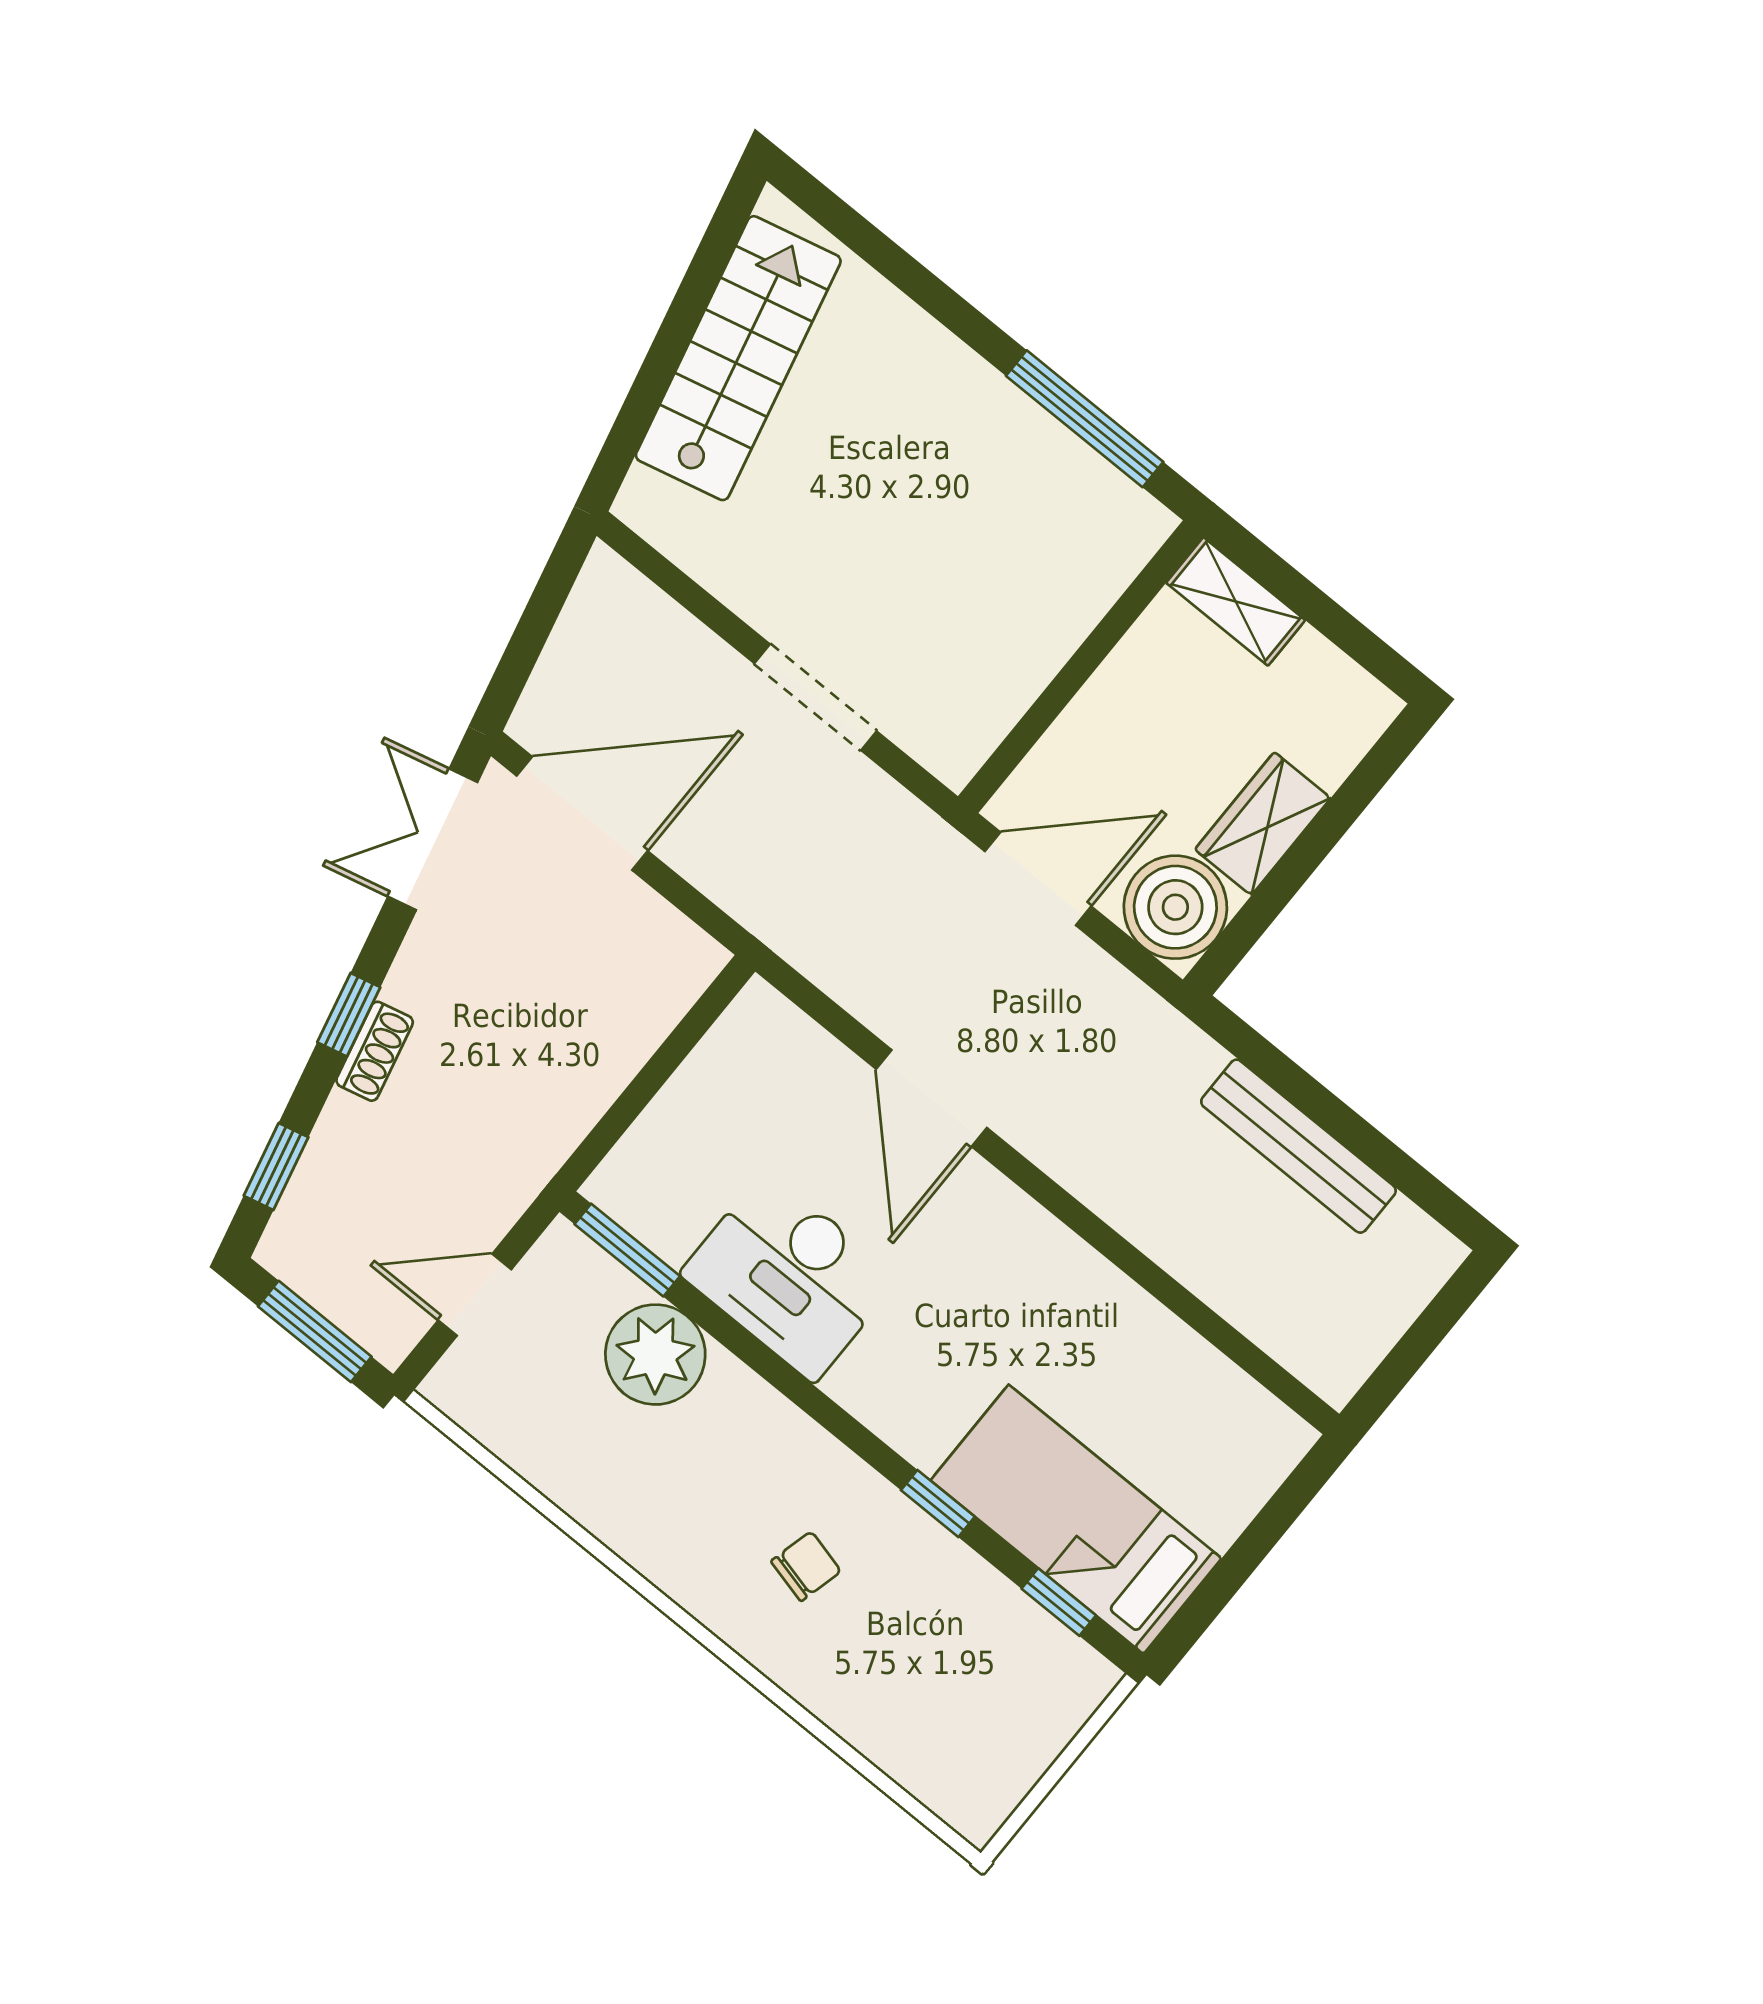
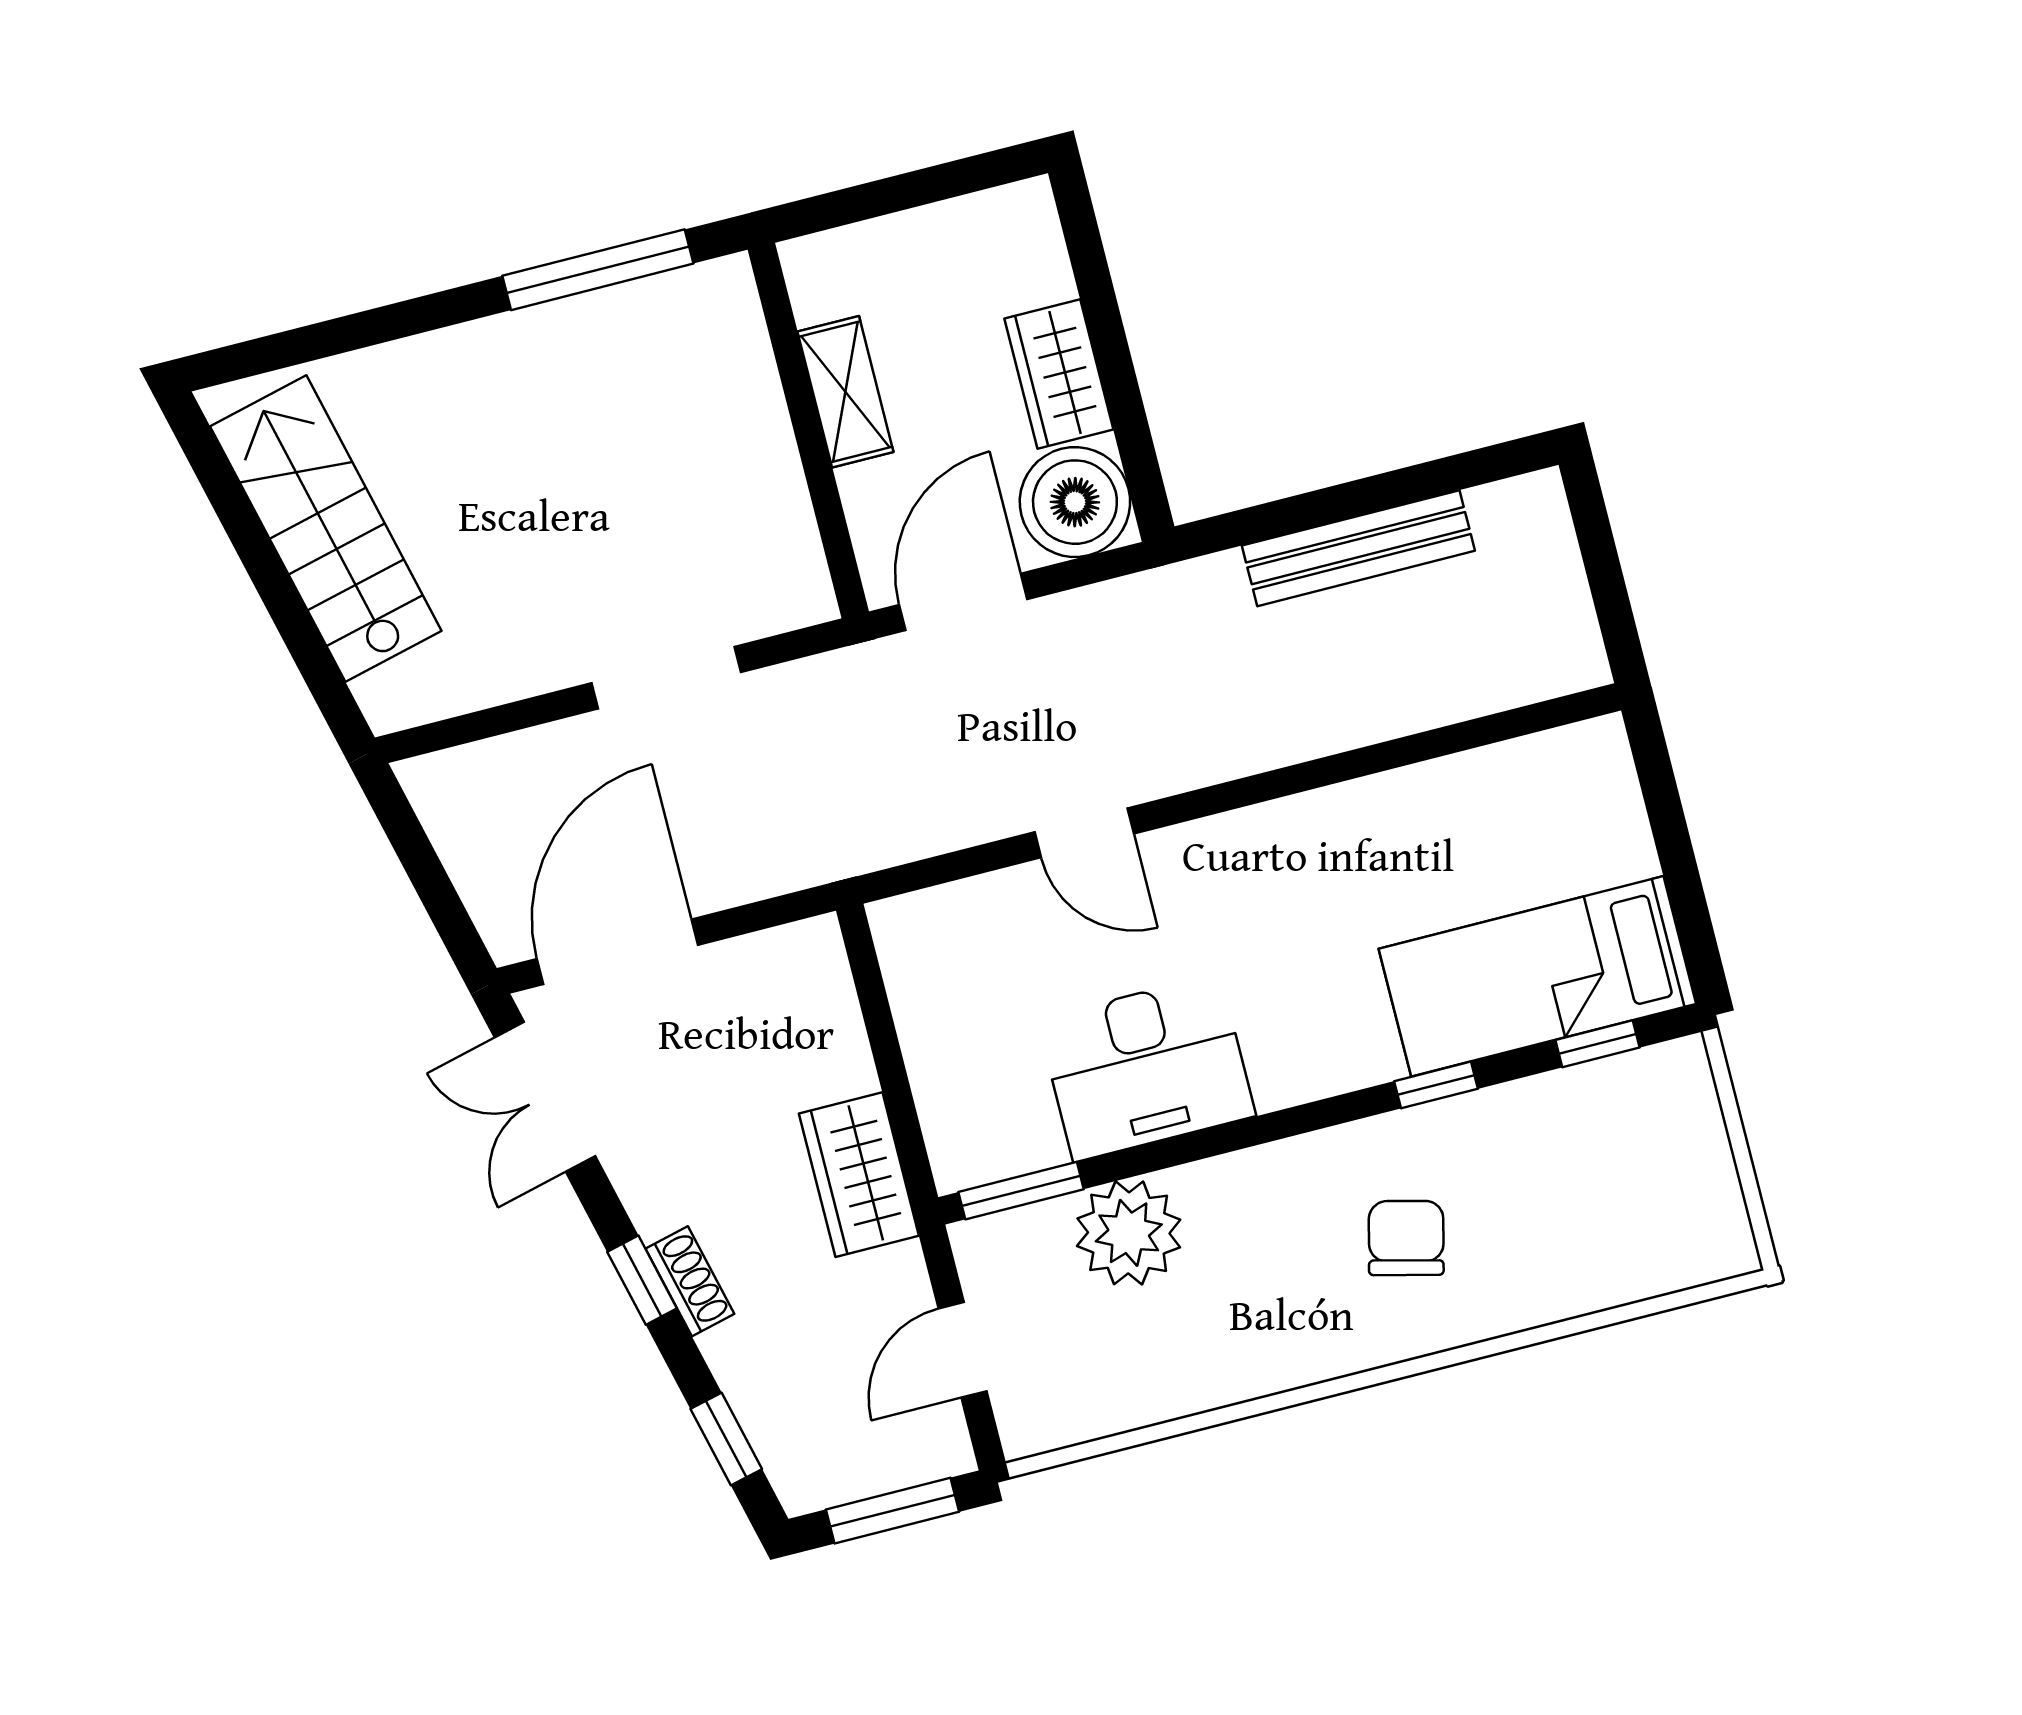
shelving: (1236, 601) -> (845, 392), moved, turned 90
door: (932, 1098) -> (1084, 833), width x0.73
wardrobe: (549, 1119) -> (859, 1175), added
chair: (806, 1566) -> (1406, 1238), width x1.37, depth x1.37

